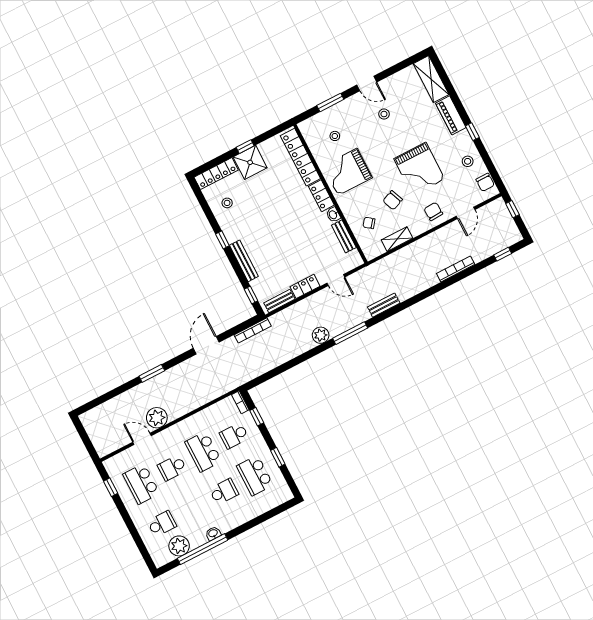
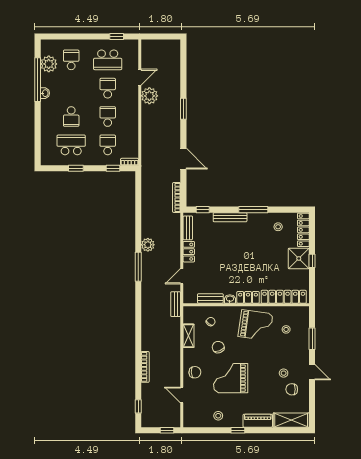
door: (367, 84) -> (312, 372), swing flipped
grand piano: (348, 172) -> (256, 325), turned 98
chair: (485, 182) -> (292, 389), moved
window: (222, 240) -> (253, 210), width x2.17
bench: (384, 305) -> (176, 304), moved
school desk: (203, 452) -> (108, 117), width x0.54
school desk: (141, 484) -> (108, 60), turned 180
school desk: (162, 524) -> (71, 60), turned 180

